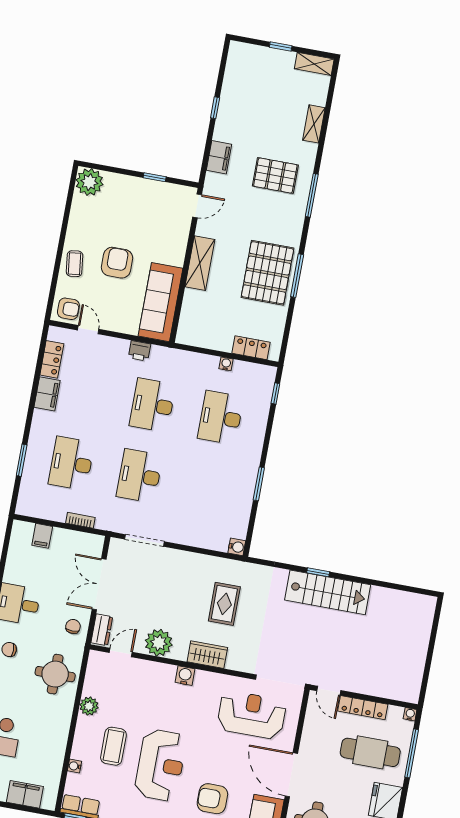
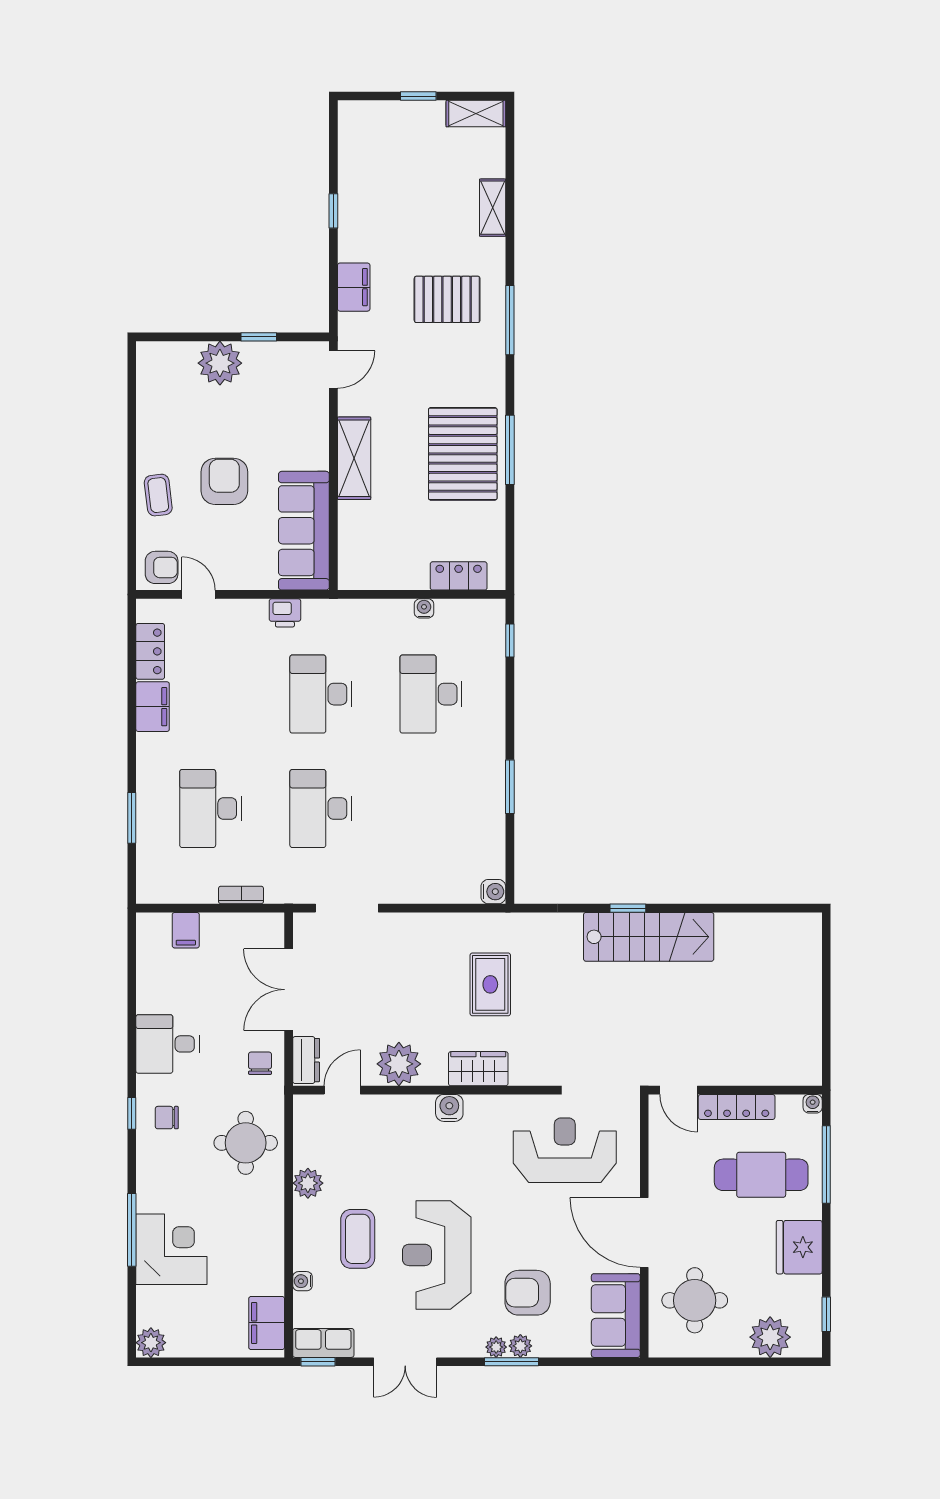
plant: (89, 182) -> (220, 363), moved
reception desk: (161, 765) -> (437, 1255), turned 180
filing cabinet: (25, 794) -> (267, 1323), moved, turned -90

